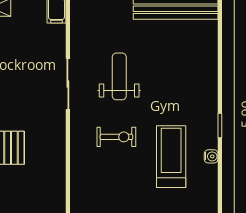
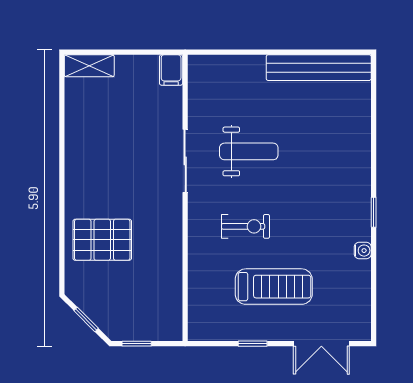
weight bench: (119, 76) -> (249, 151), turned 90
treadmill: (171, 157) -> (274, 287), moved, turned 90

